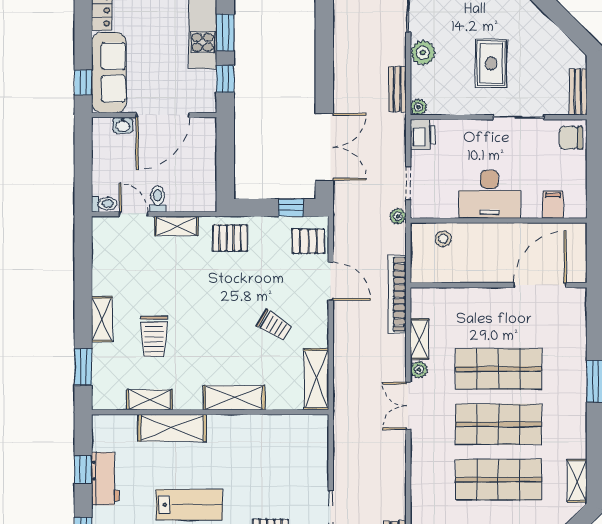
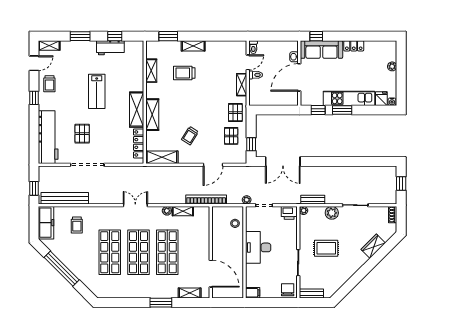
door: (163, 115) -> (299, 77), hinge flipped
filing cabinet: (553, 205) -> (253, 293), moved
pallet: (308, 241) -> (231, 136), moved
double door: (408, 406) -> (135, 205), moved
locker: (290, 424) -> (139, 143), added
shelving: (172, 428) -> (137, 110), moved
shelving: (577, 481) -> (190, 293), moved

